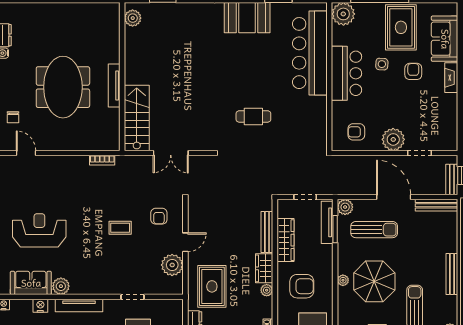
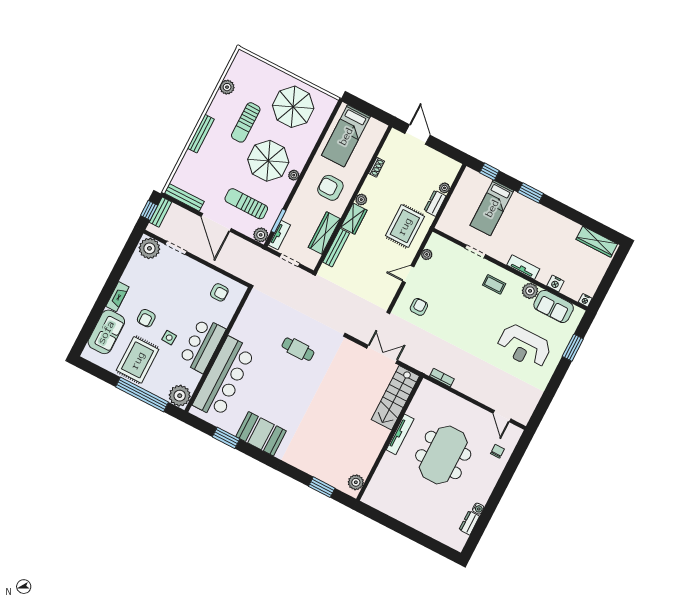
plant: (393, 139) -> (149, 248), moved
tv unit: (327, 222) -> (279, 235), width x0.71
coffee table: (120, 228) -> (494, 284), moved
plant: (172, 265) -> (427, 254), width x0.53, depth x0.53
tv unit: (79, 306) -> (523, 267), width x0.71

